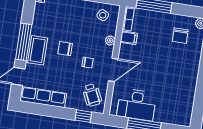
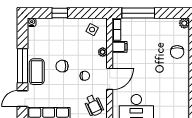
chair: (180, 36) -> (177, 52), moved

